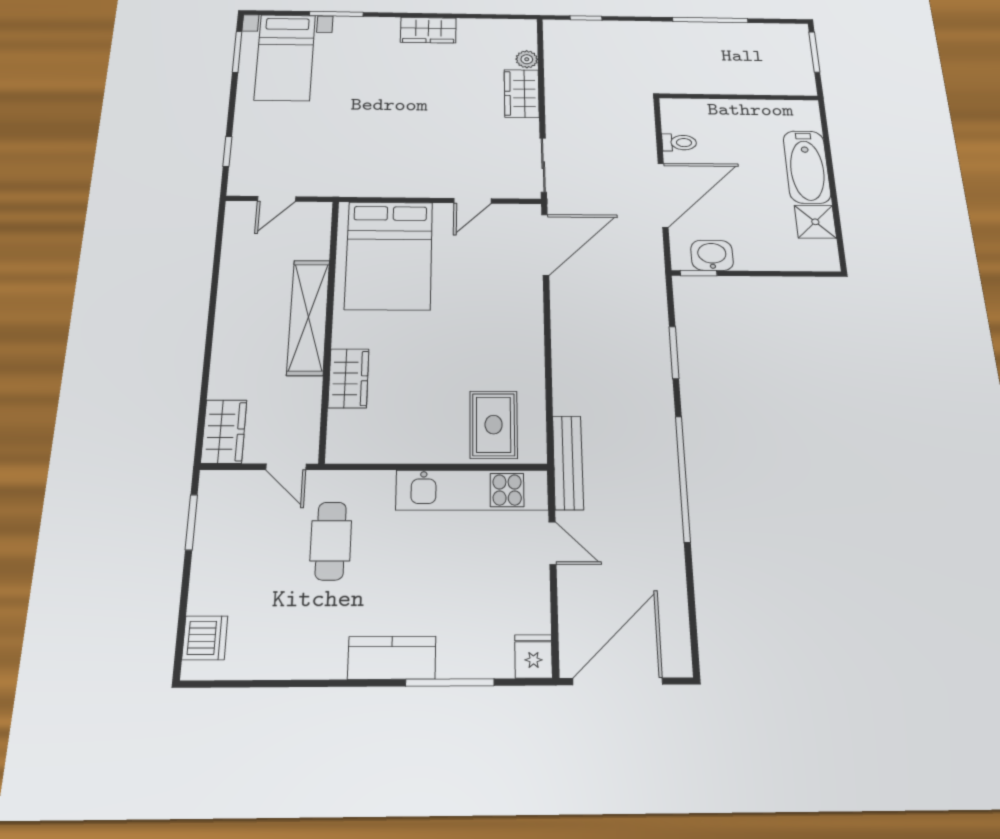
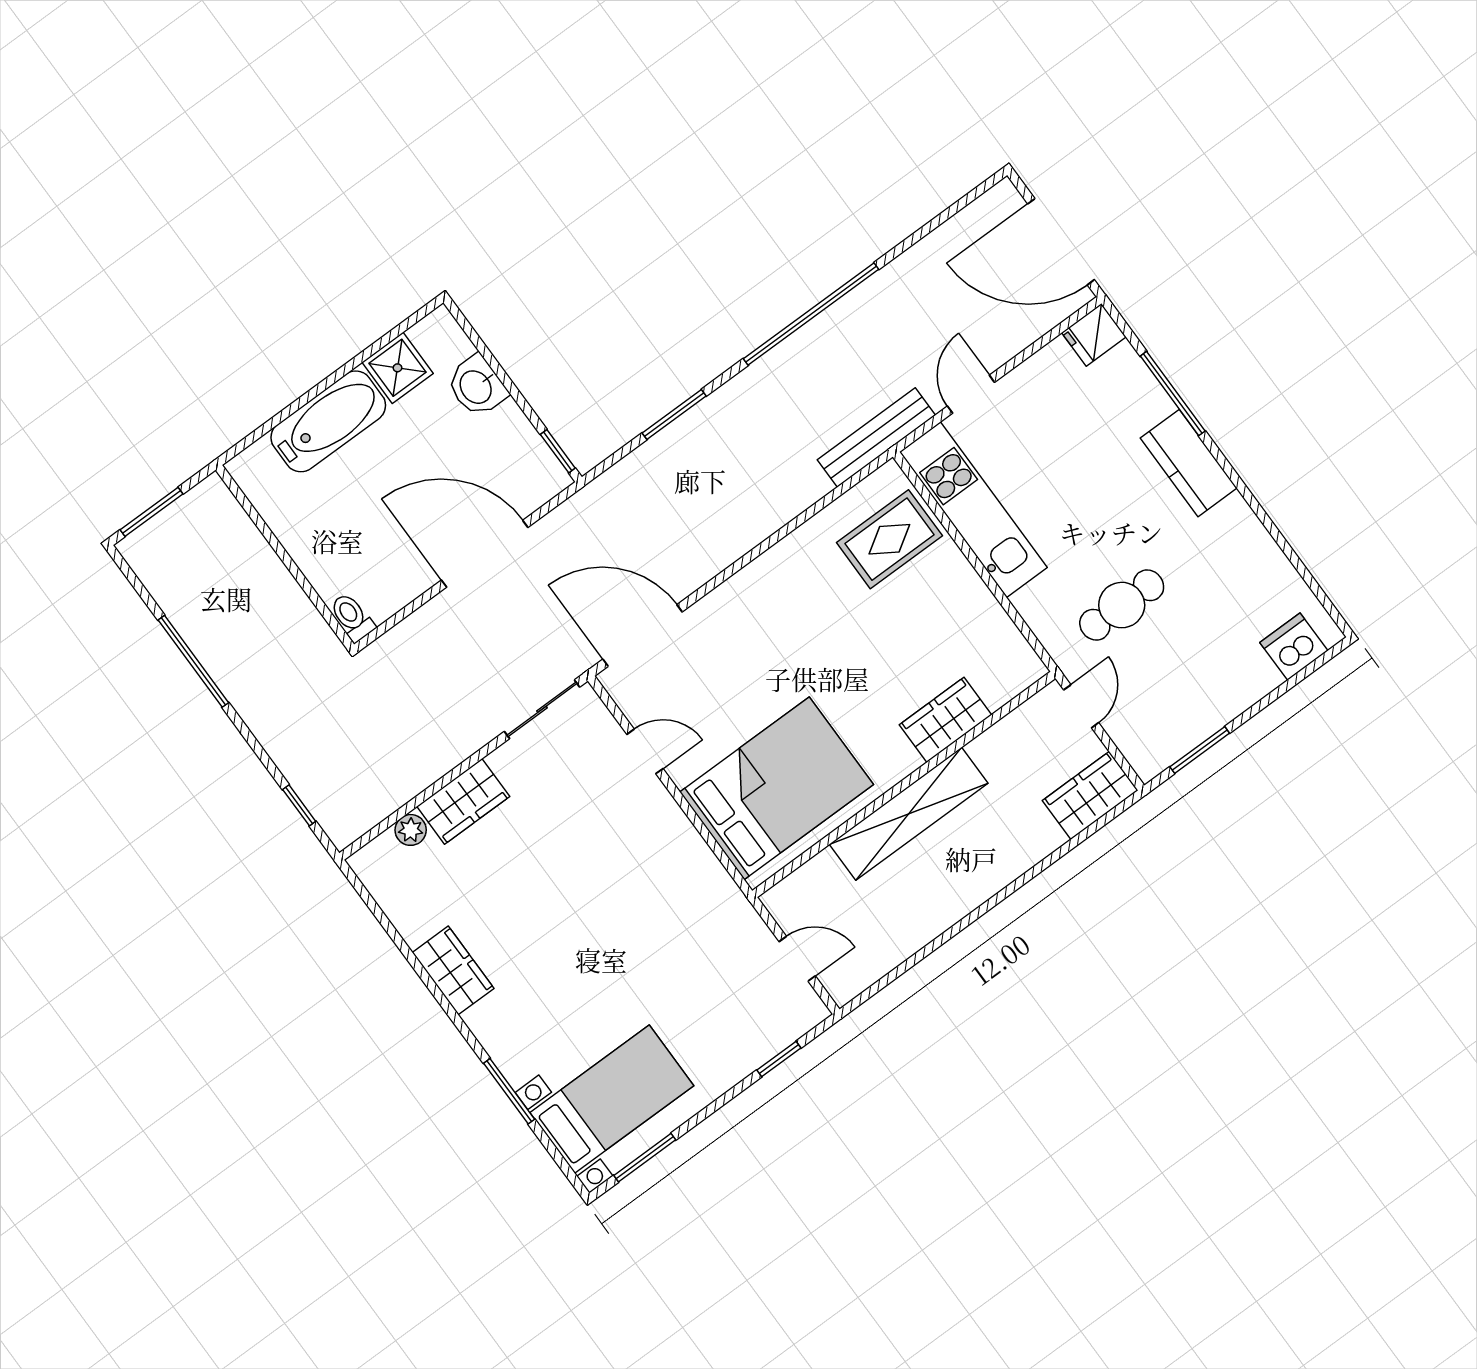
toilet: (679, 143) -> (352, 617), moved
washbasin: (712, 255) -> (477, 386), moved

